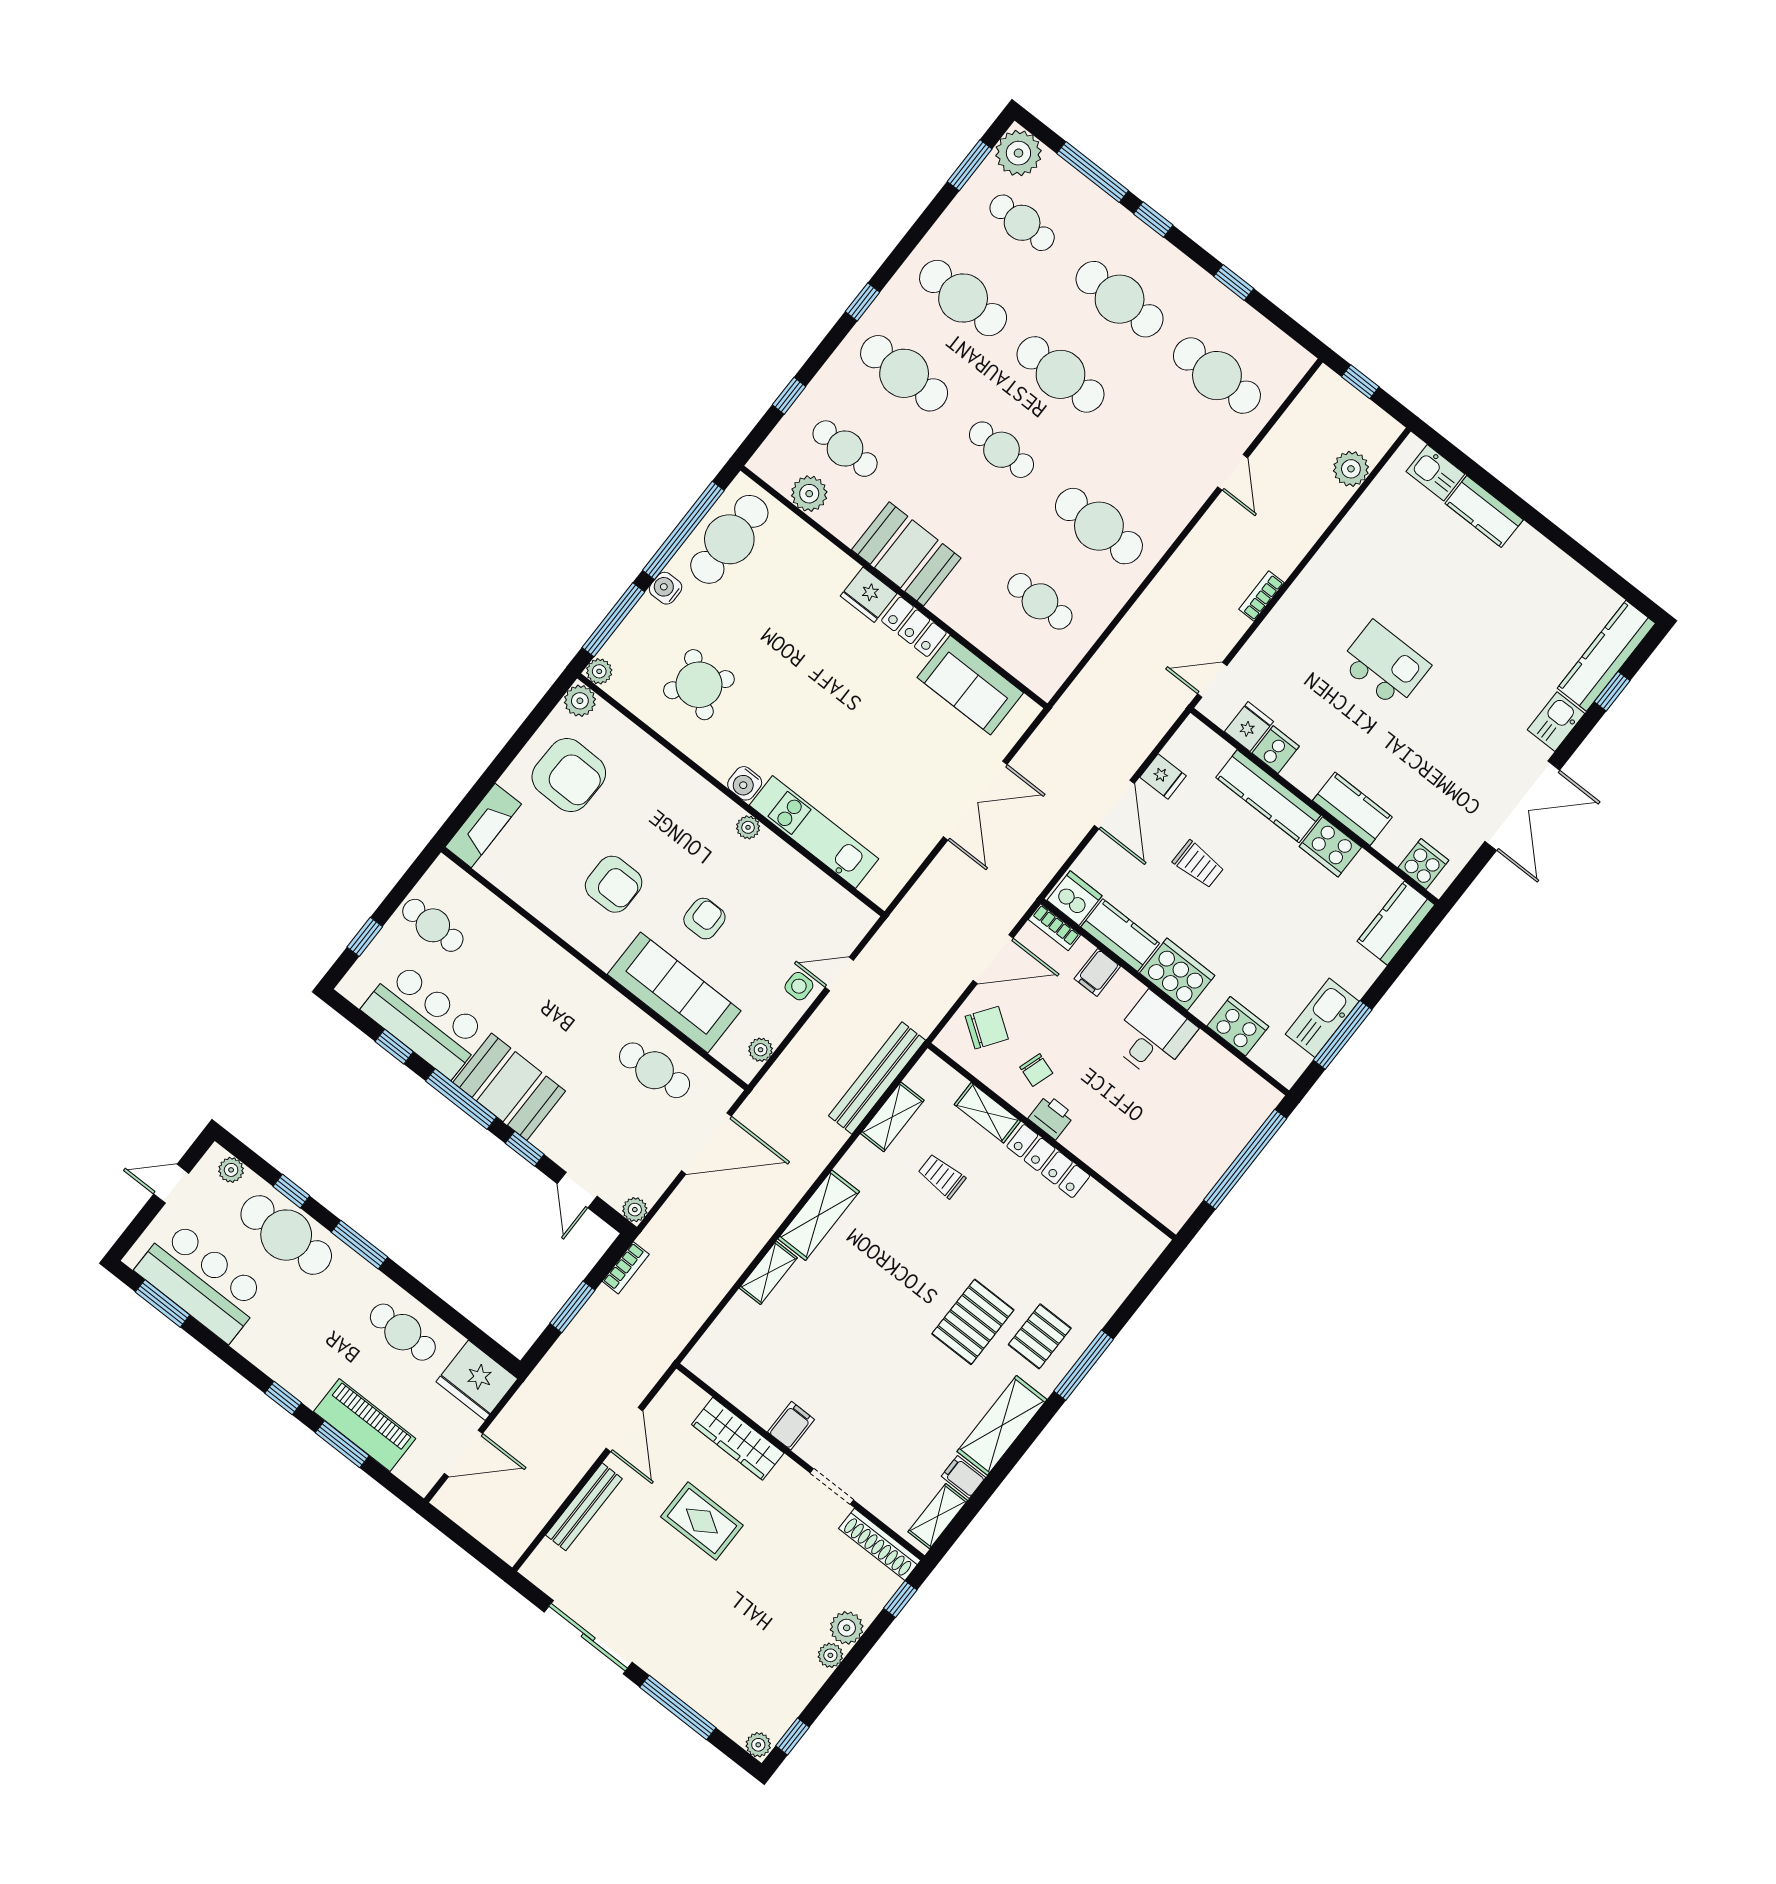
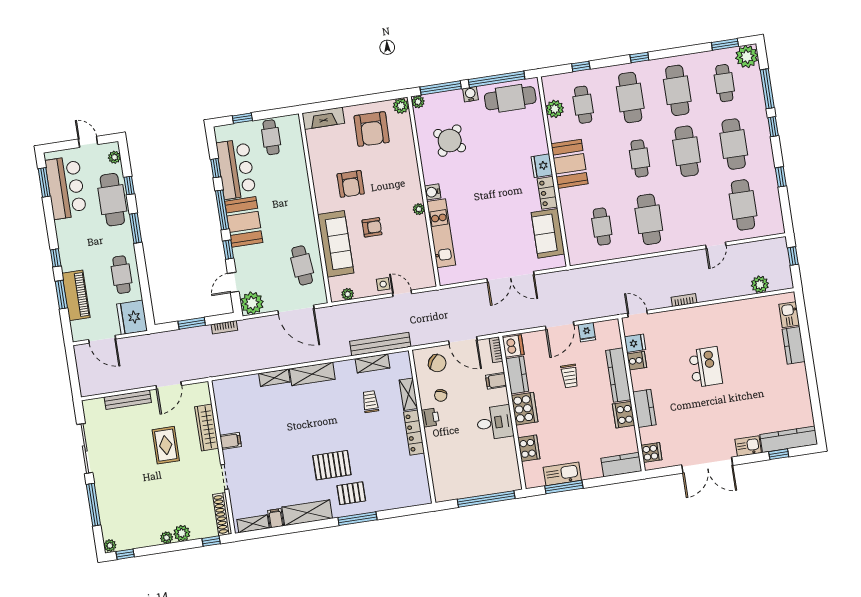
plant: (635, 1210) -> (252, 303), width x1.88, depth x1.88

